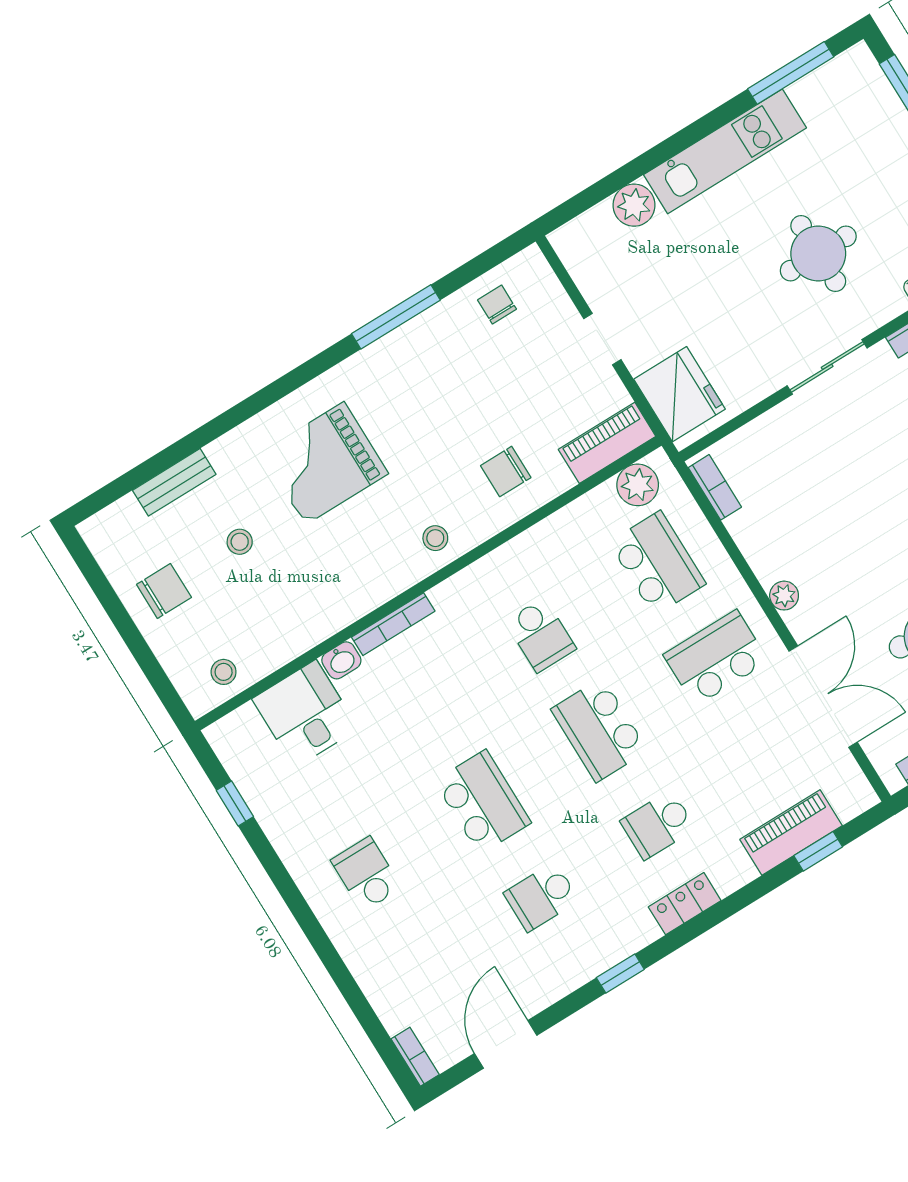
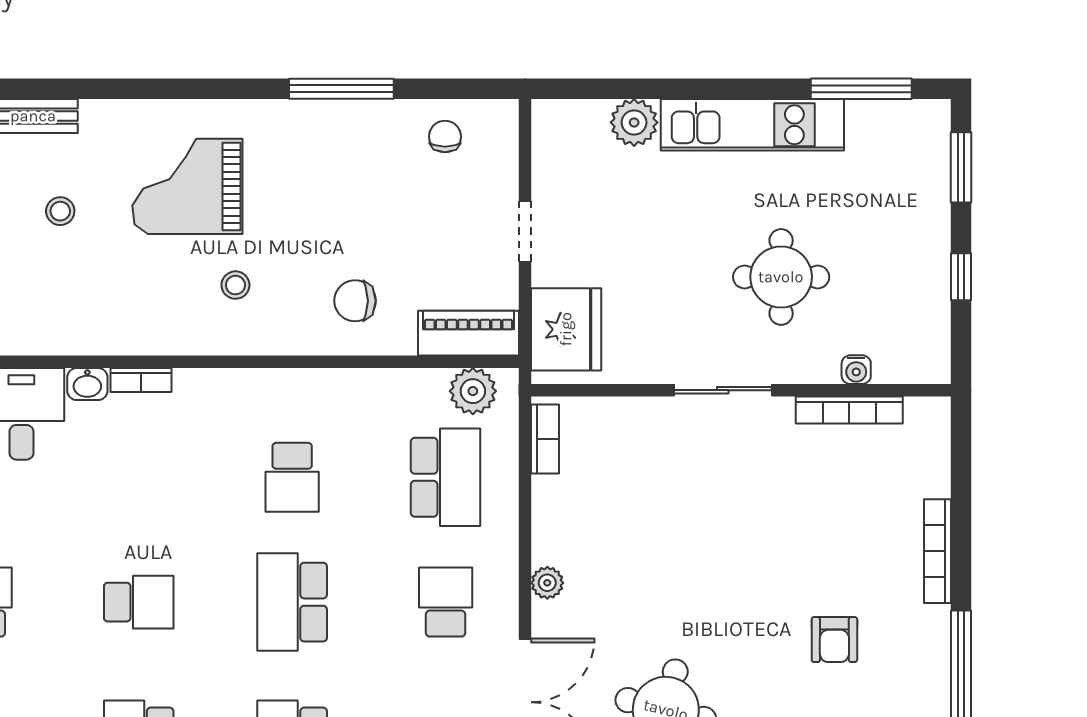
stool: (435, 538) -> (235, 285), moved
bookcase: (393, 624) -> (141, 380), width x0.64
school desk: (716, 658) -> (446, 602), width x0.54
school desk: (483, 802) -> (139, 602), width x0.54

